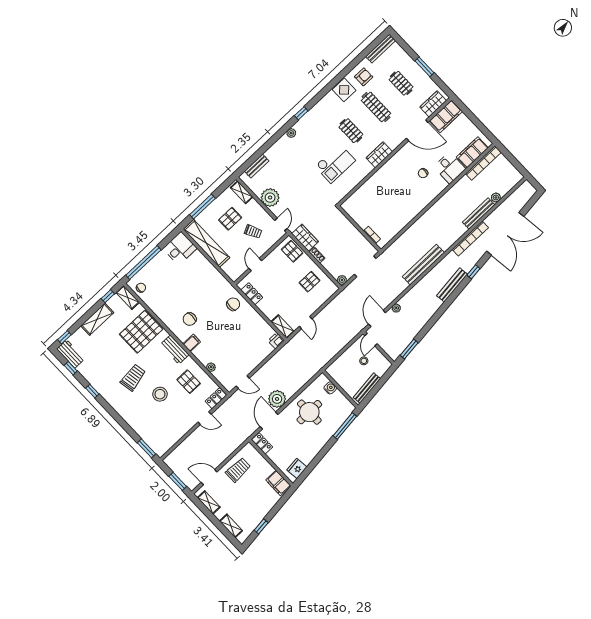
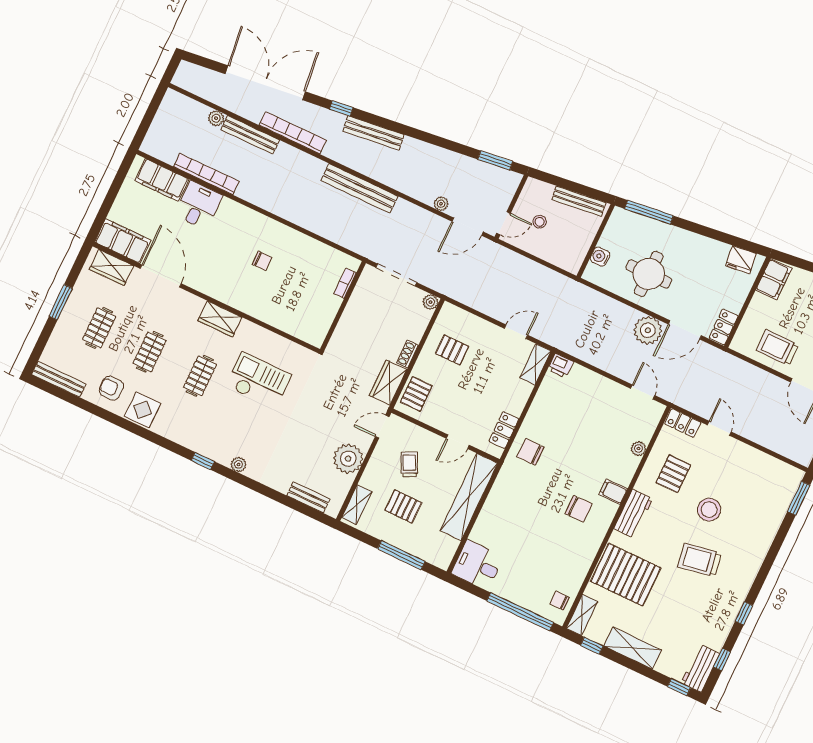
clothes rail: (376, 107) -> (150, 352), width x0.73
bookcase: (483, 163) -> (206, 174), moved
chair: (423, 173) -> (262, 261), moved
shelving: (206, 243) -> (469, 497), moved

